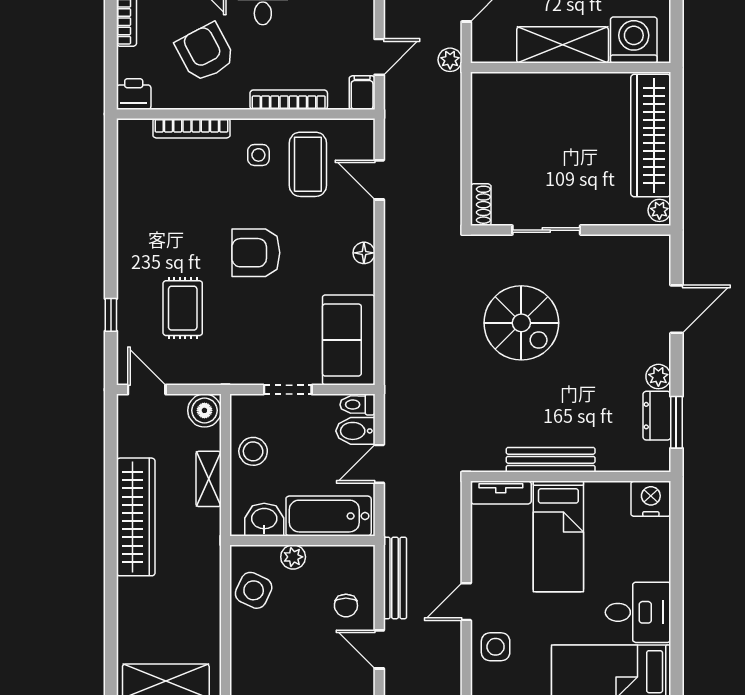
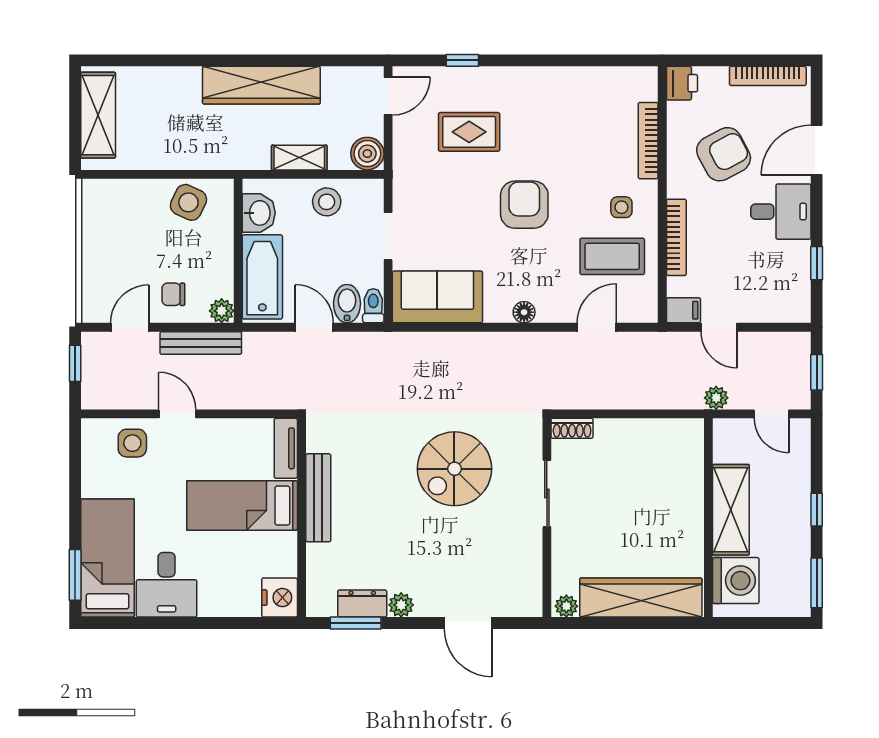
plant: (293, 557) -> (222, 311), moved

